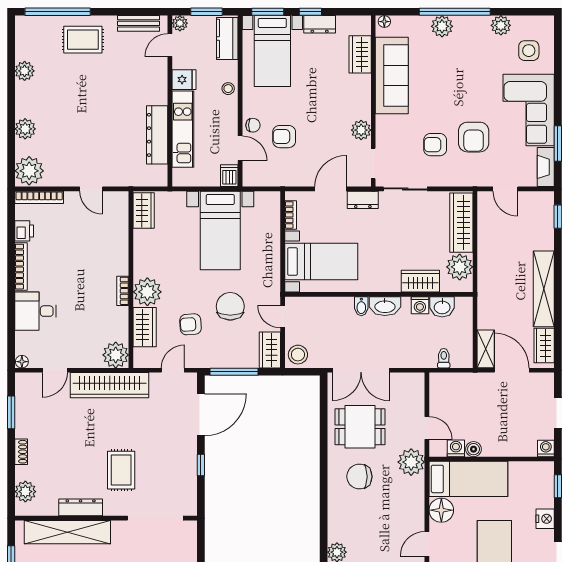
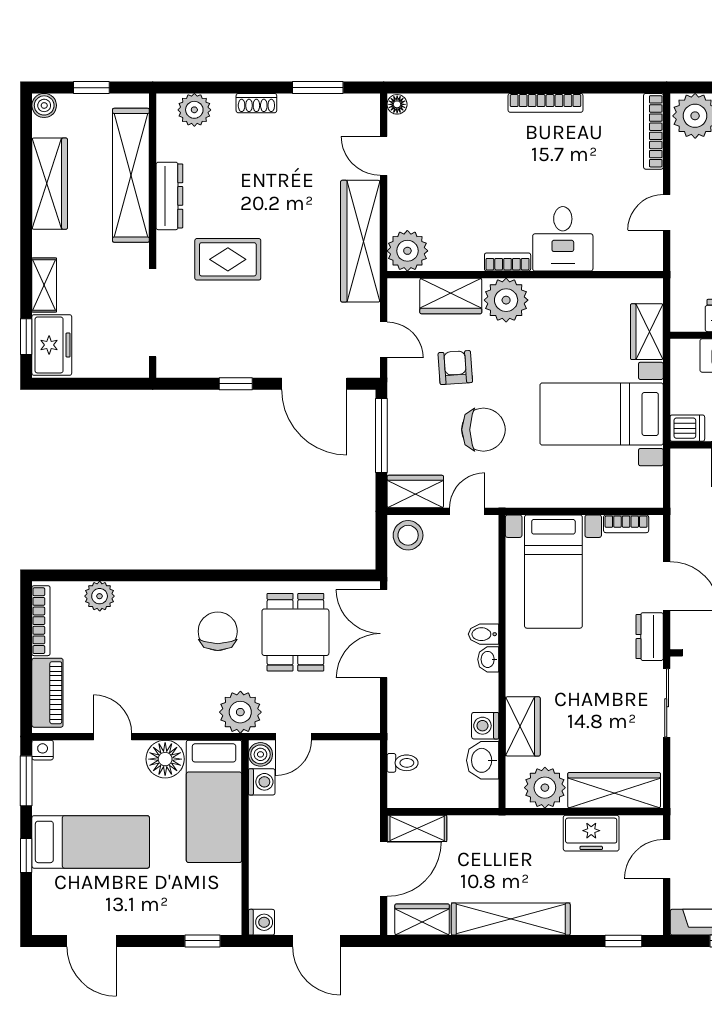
wardrobe: (144, 211) -> (647, 332), moved, turned 90
printer: (24, 231) -> (601, 108), removed
freezer: (489, 237) -> (591, 833), added
washbasin: (385, 306) -> (488, 659), width x0.52, depth x0.69
desk: (36, 311) -> (563, 239), moved, turned 180
boiler: (474, 449) -> (260, 754), moved
nightstand: (545, 519) -> (152, 921), removed

